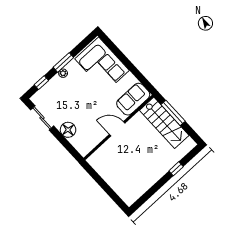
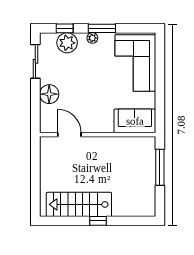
plant: (51, 90) -> (67, 43), added
stairs: (164, 123) -> (79, 204), moved, turned 90
door: (117, 129) -> (69, 135), moved
window: (176, 169) -> (98, 221), moved

